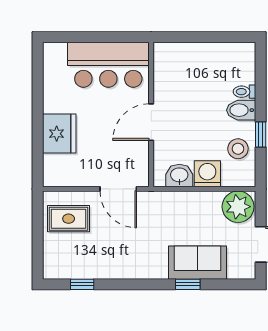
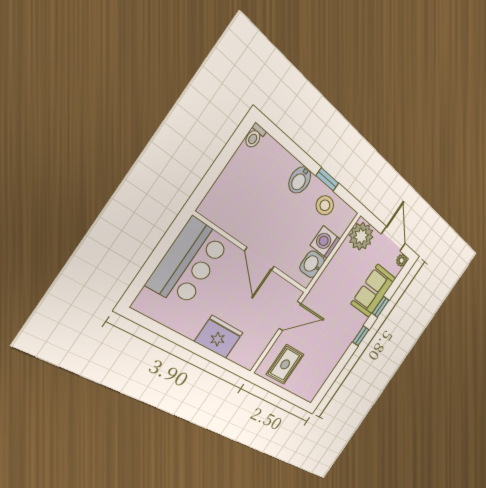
toilet: (244, 92) -> (255, 136), moved
plant: (248, 272) -> (402, 260), added
window: (82, 284) -> (361, 336), moved

